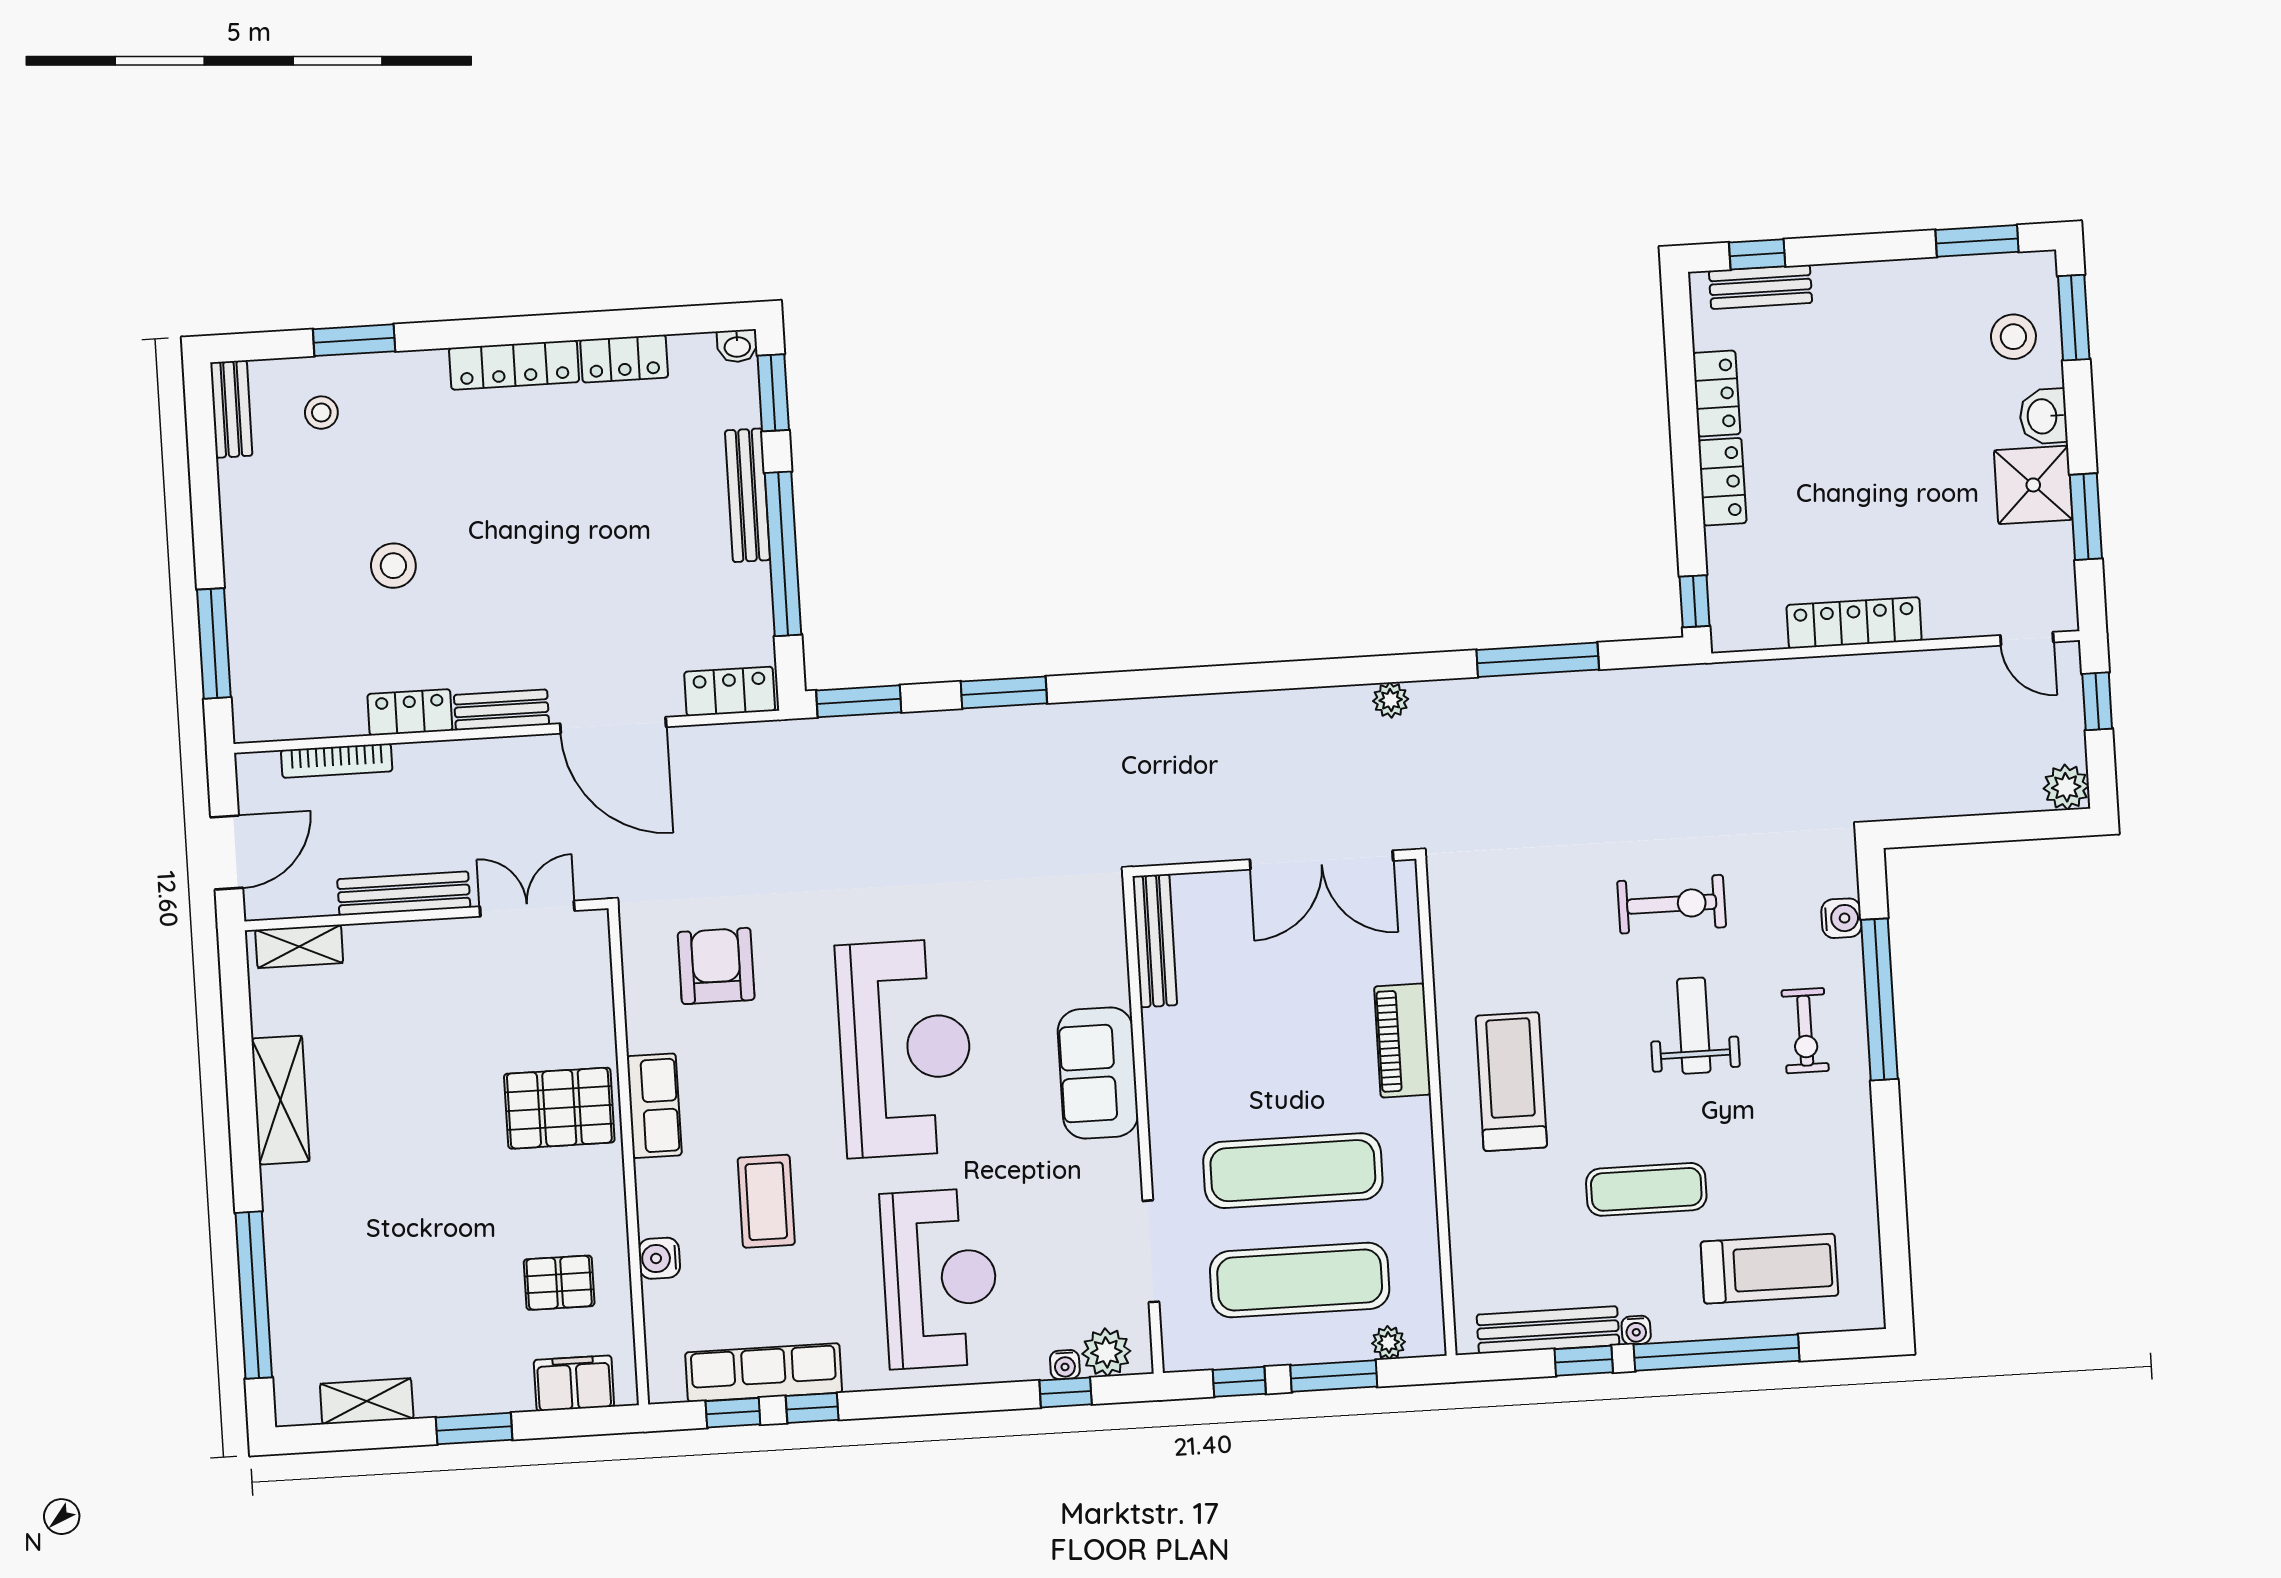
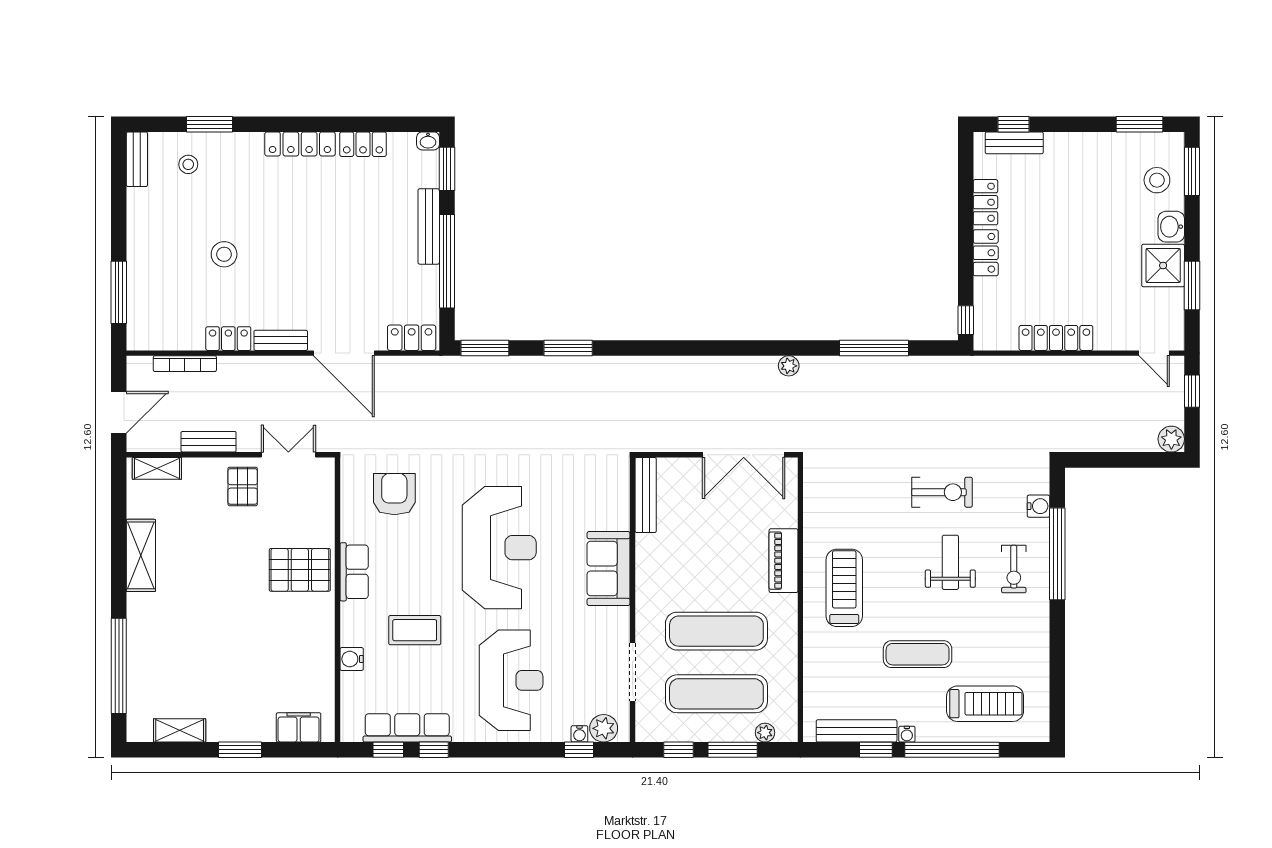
bench: (404, 893) -> (209, 442), width x0.73
coffee table: (766, 1201) -> (415, 630), turned 90
pallet: (559, 1283) -> (243, 486), moved, turned 90

